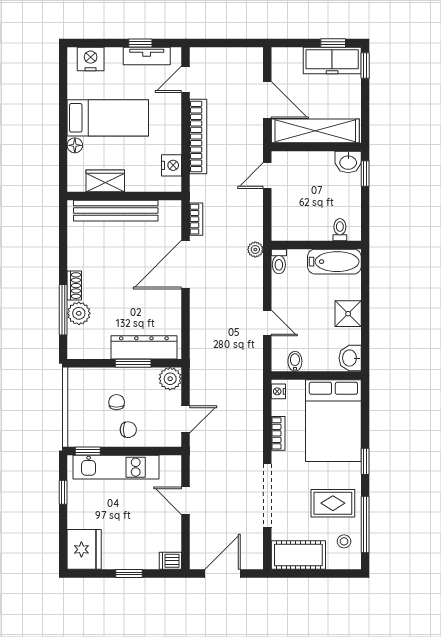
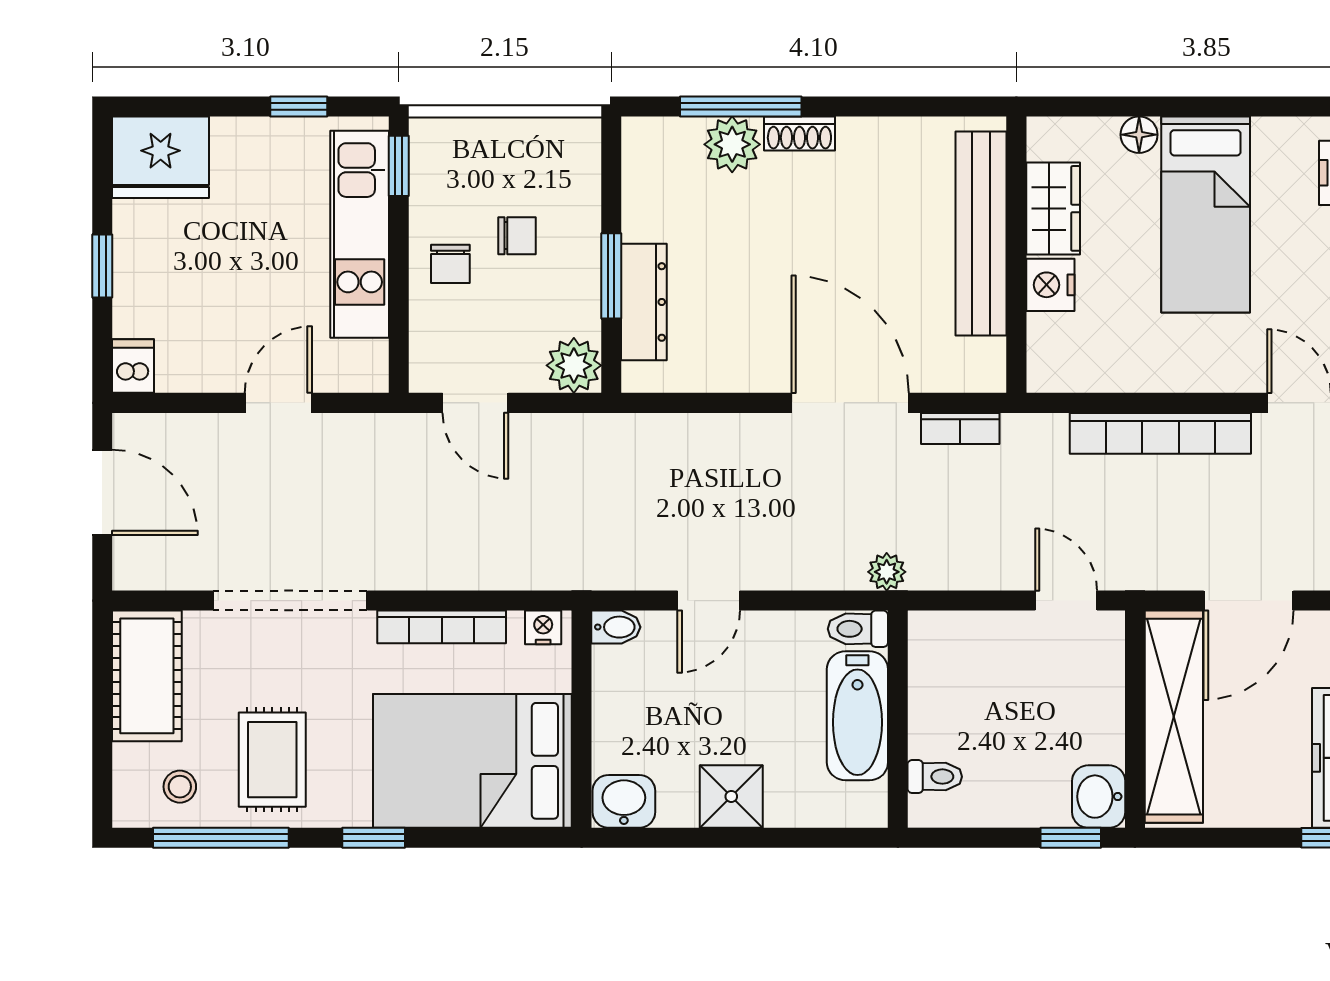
nightstand: (172, 165) -> (1050, 285), moved, turned 90
bathtub: (334, 262) -> (857, 716), moved
dresser: (144, 347) -> (644, 302), width x0.73, depth x0.80
bidet: (295, 361) -> (616, 627), moved
bookcase: (278, 433) -> (442, 627), width x1.56

